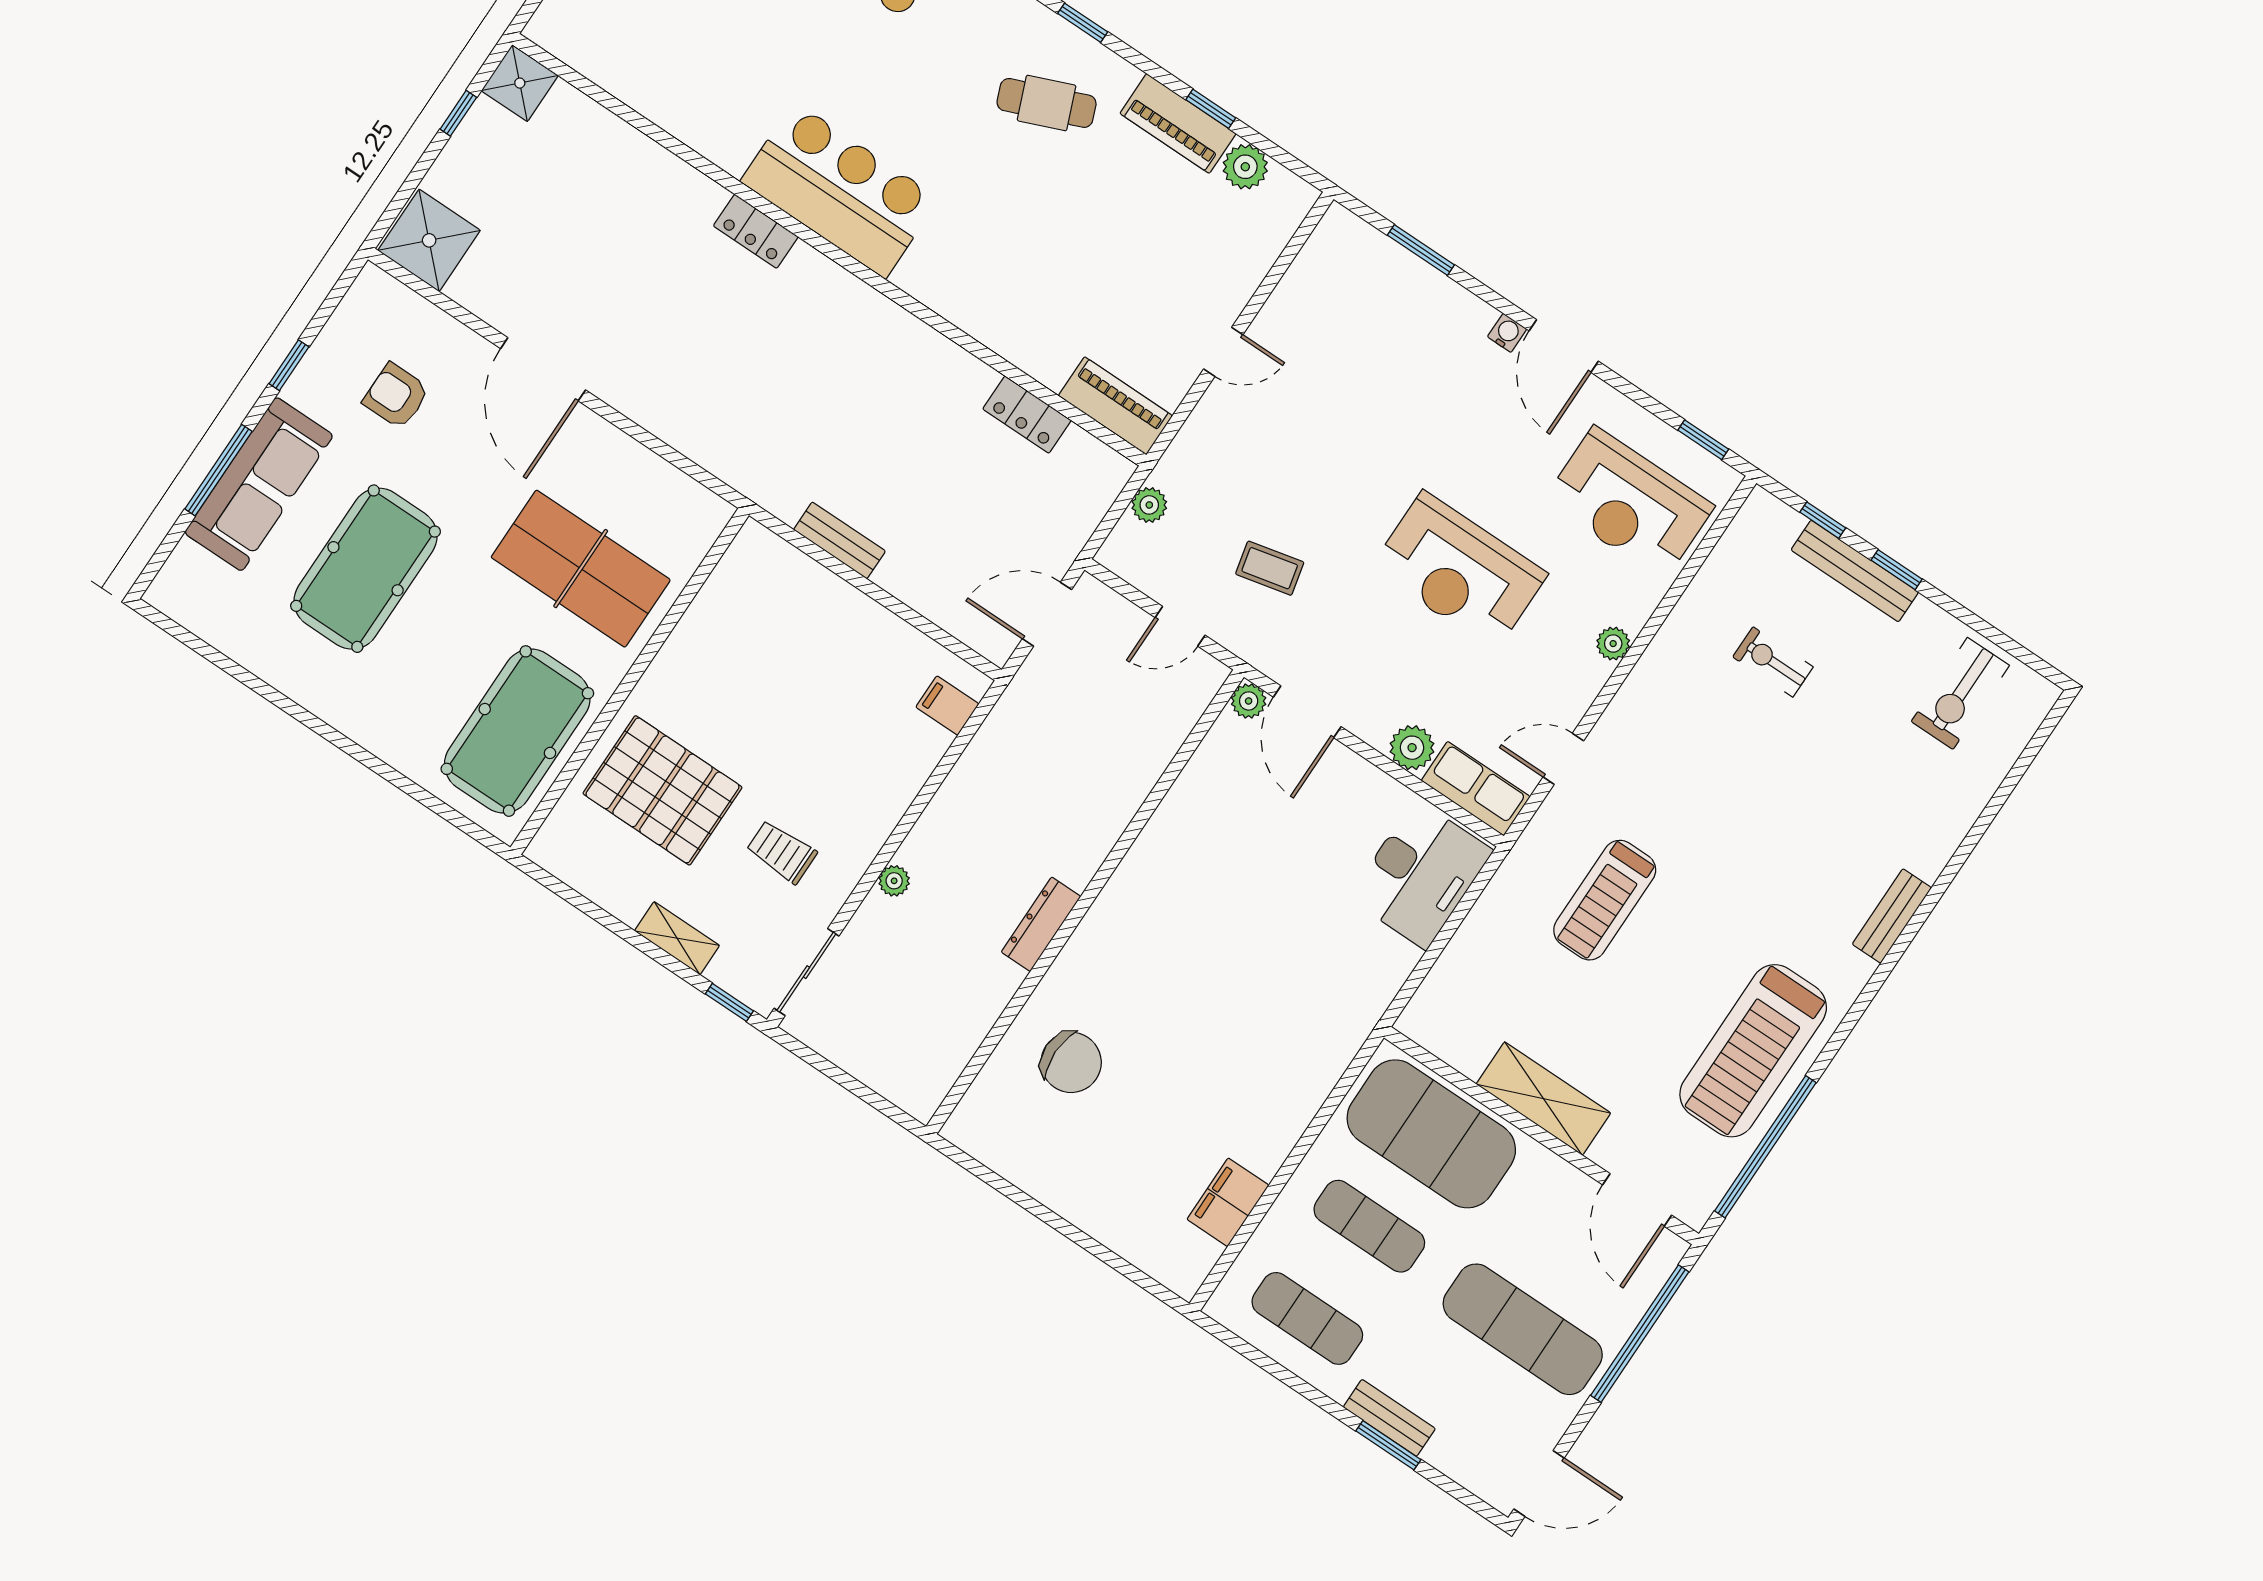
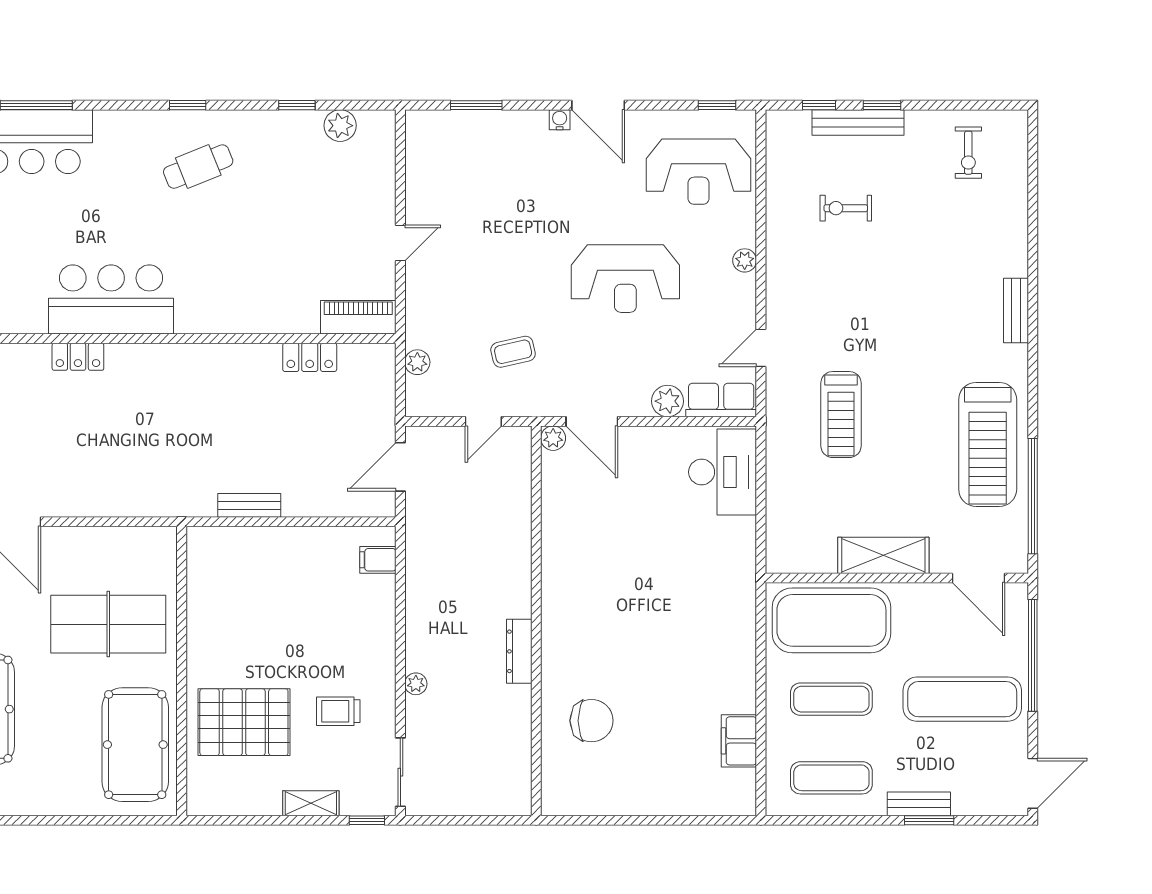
piano: (1178, 123) -> (284, 127), removed
exercise bike: (1960, 693) -> (968, 153), width x0.73, depth x0.72

